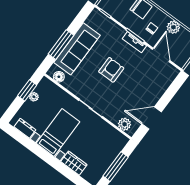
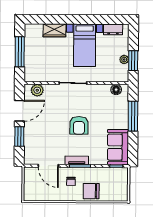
plant: (173, 27) -> (55, 195), removed
sofa: (77, 49) -> (118, 147), moved, width x0.73
window: (167, 97) -> (19, 136), added

